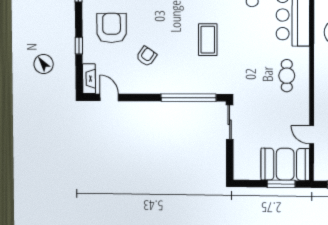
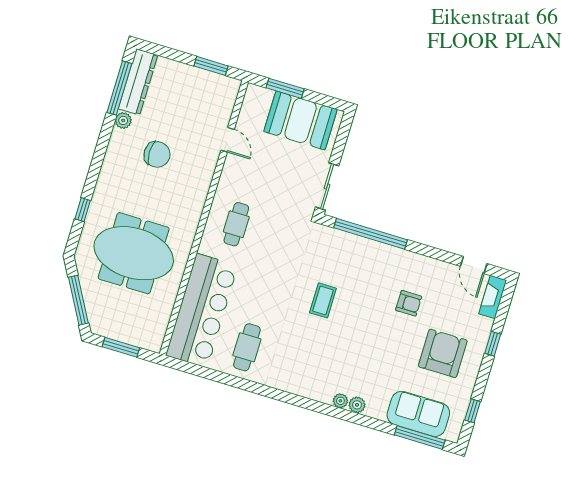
armchair: (112, 28) -> (443, 353), turned 180
coffee table: (208, 40) -> (323, 300), width x0.73, depth x0.77
armchair: (146, 56) -> (409, 303), turned -125
booth: (285, 164) -> (301, 120), moved

